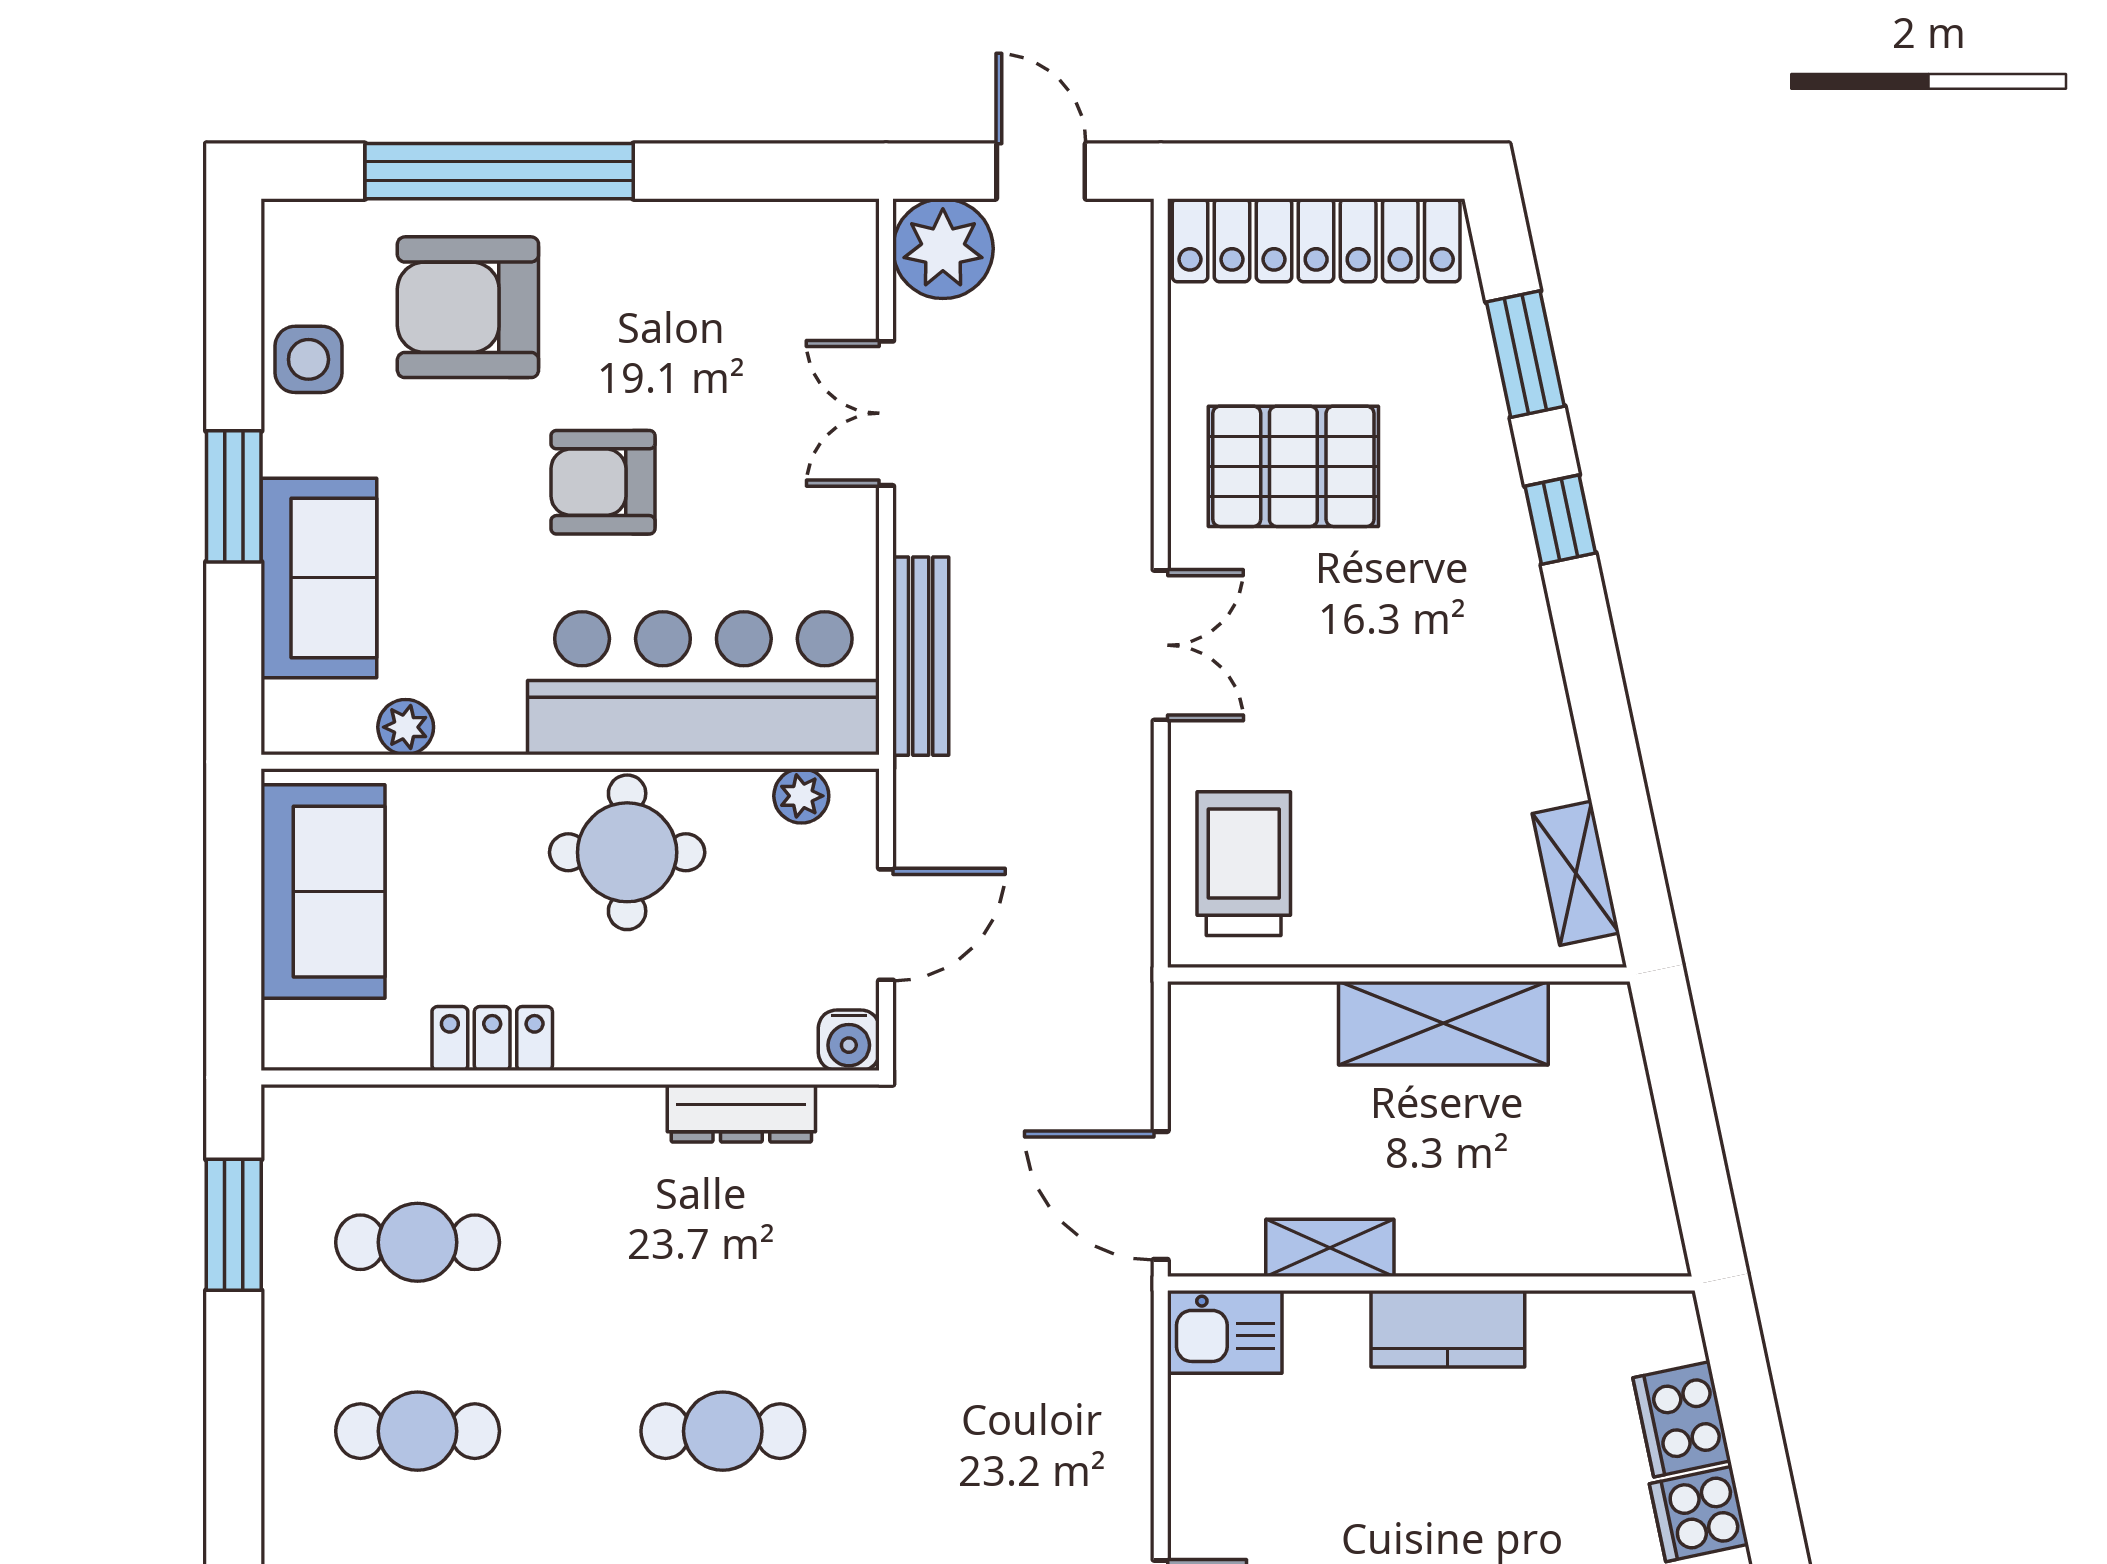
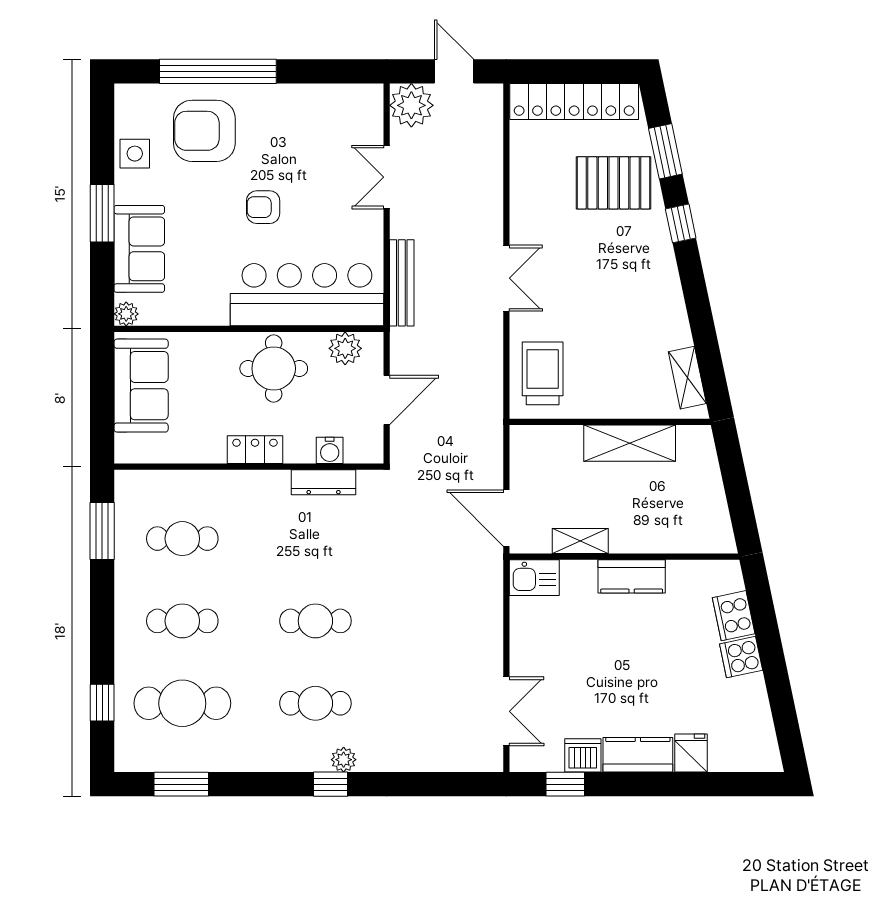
pallet: (1293, 466) -> (613, 183), moved
armchair: (603, 482) -> (263, 207), width x0.72, depth x0.72
plant: (406, 727) -> (126, 314), moved
plant: (801, 796) -> (345, 348), width x1.38, depth x1.38
locker: (492, 1039) -> (255, 450), moved
water cooler: (849, 1040) -> (330, 450), moved

